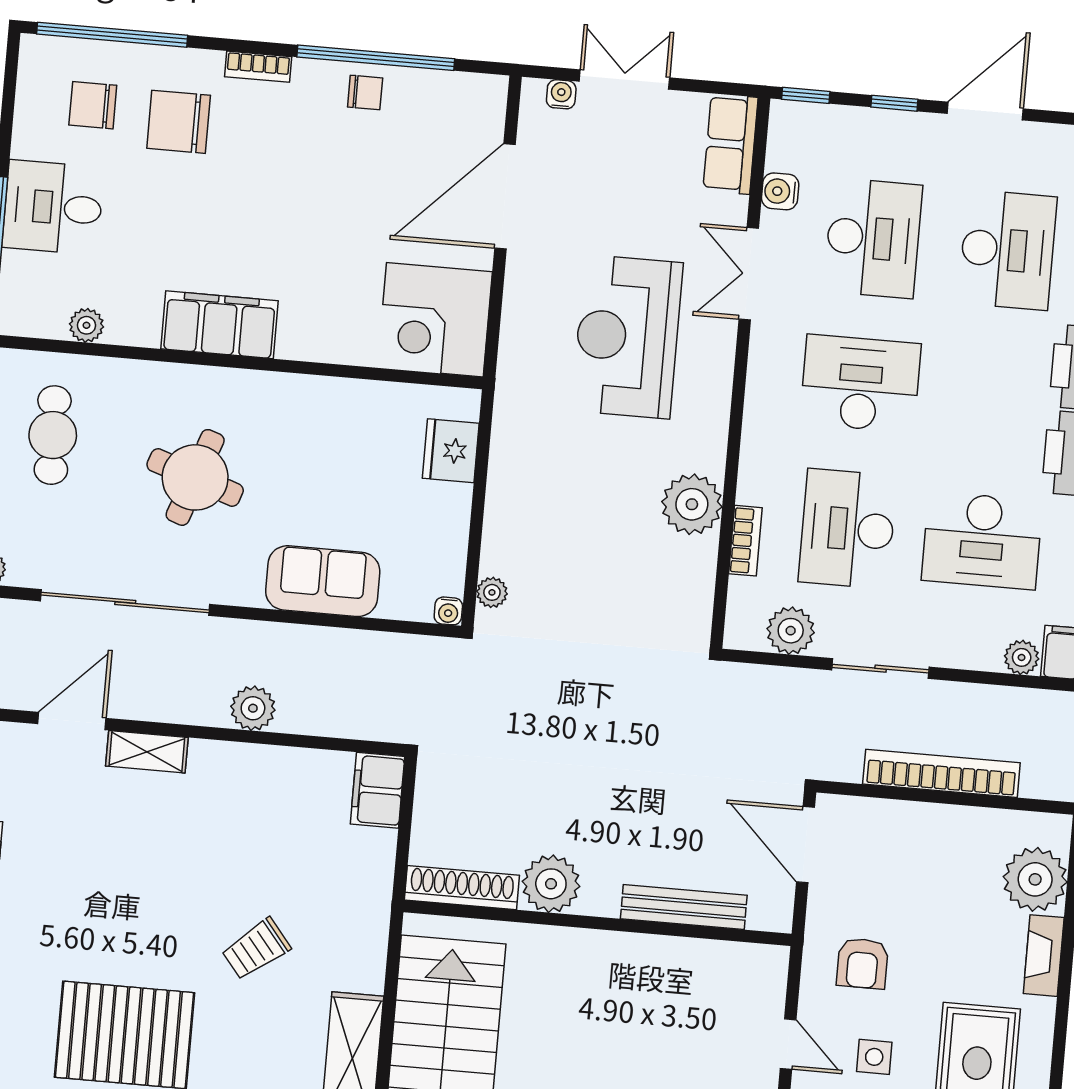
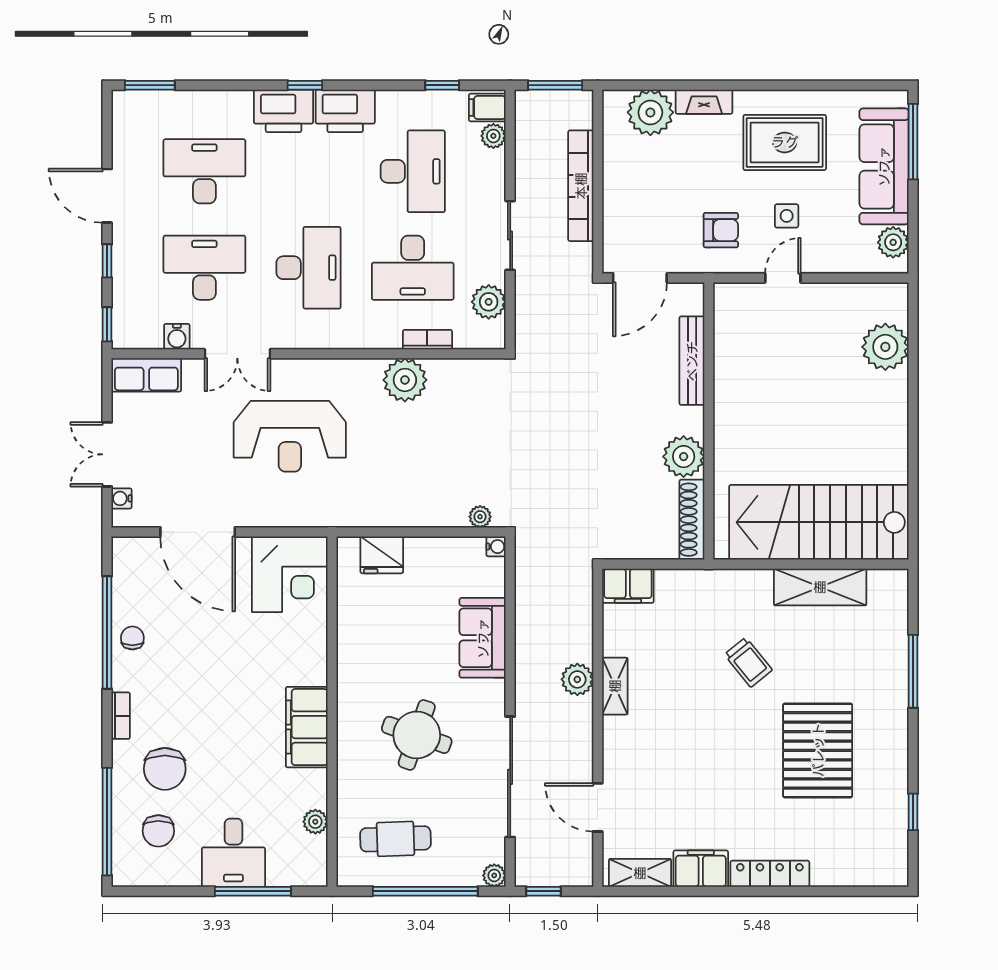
desk: (860, 383) -> (309, 268), turned 180
shelving: (147, 752) -> (615, 686), moved

